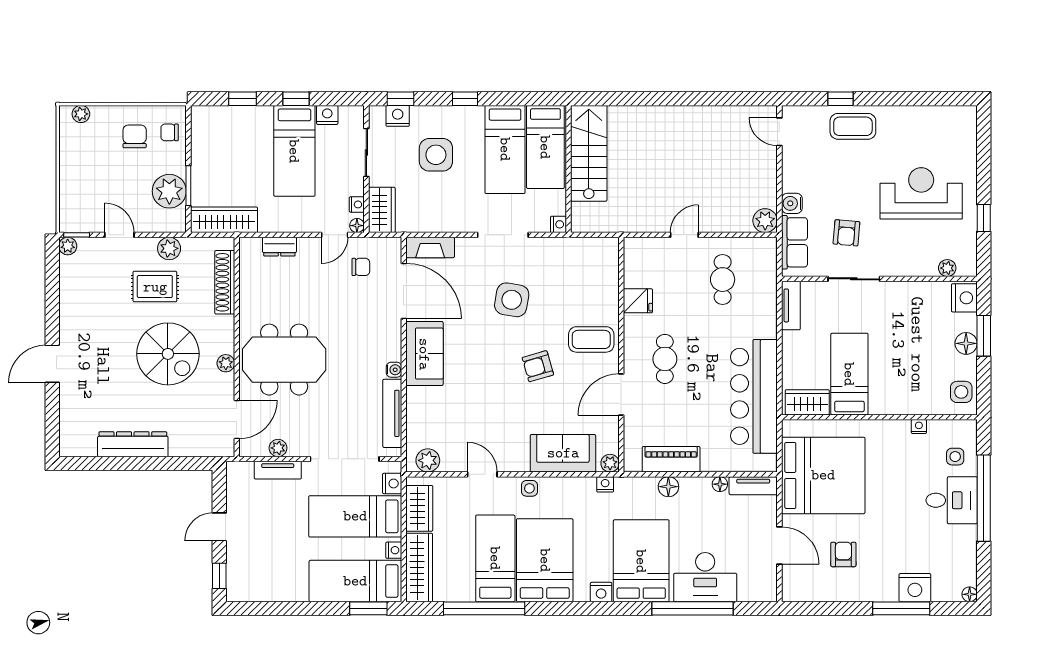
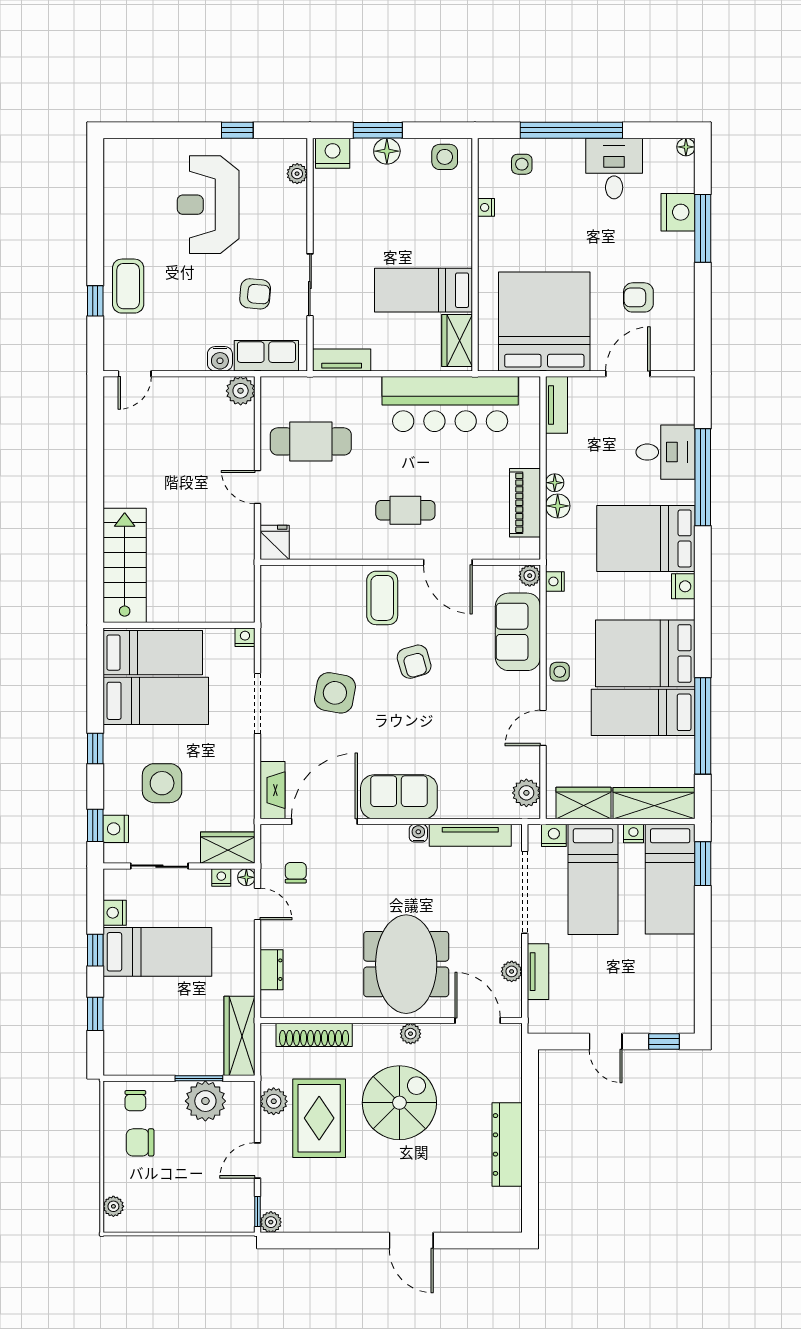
stairs: (589, 153) -> (125, 565), moved, turned 90
cafe table: (723, 280) -> (311, 441), width x1.37, depth x1.35
rug: (155, 287) -> (319, 1118), width x1.36, depth x1.43
fridge: (638, 301) -> (275, 542), moved
floor lamp: (720, 484) -> (555, 483), moved
desk: (952, 500) -> (614, 168), moved
desk: (705, 577) -> (665, 452), width x0.73

